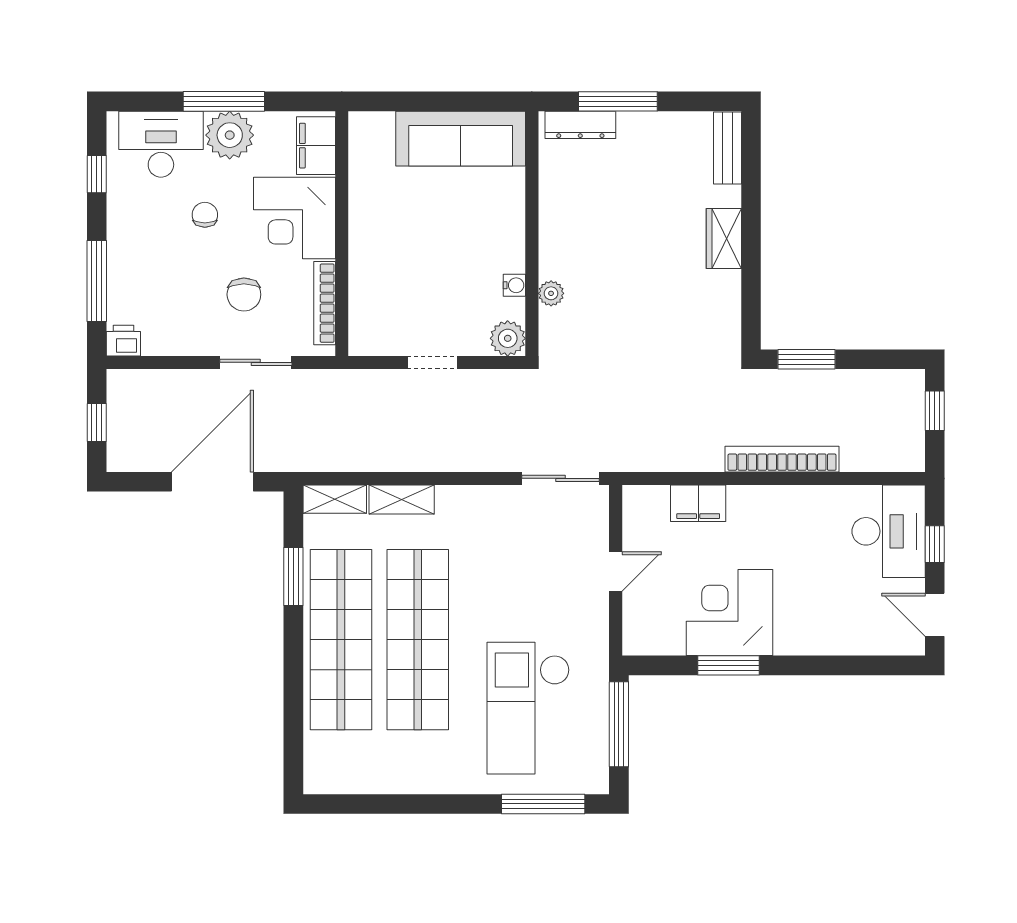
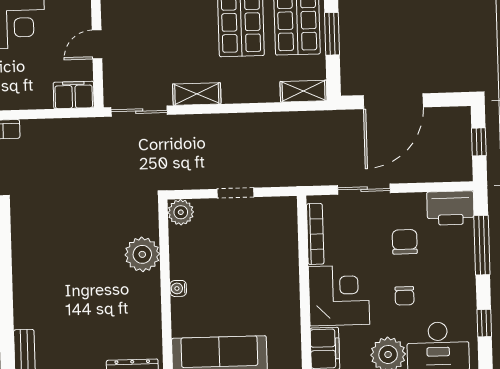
wardrobe: (724, 238) -> (25, 290), removed
water cooler: (514, 285) -> (178, 288), moved
plant: (551, 293) -> (142, 254), width x1.87, depth x1.87
chair: (244, 294) -> (405, 242), moved
printer: (123, 341) -> (450, 208), width x1.87, depth x1.48
shelving: (402, 500) -> (197, 94), moved
filing cabinet: (698, 503) -> (74, 95), moved

